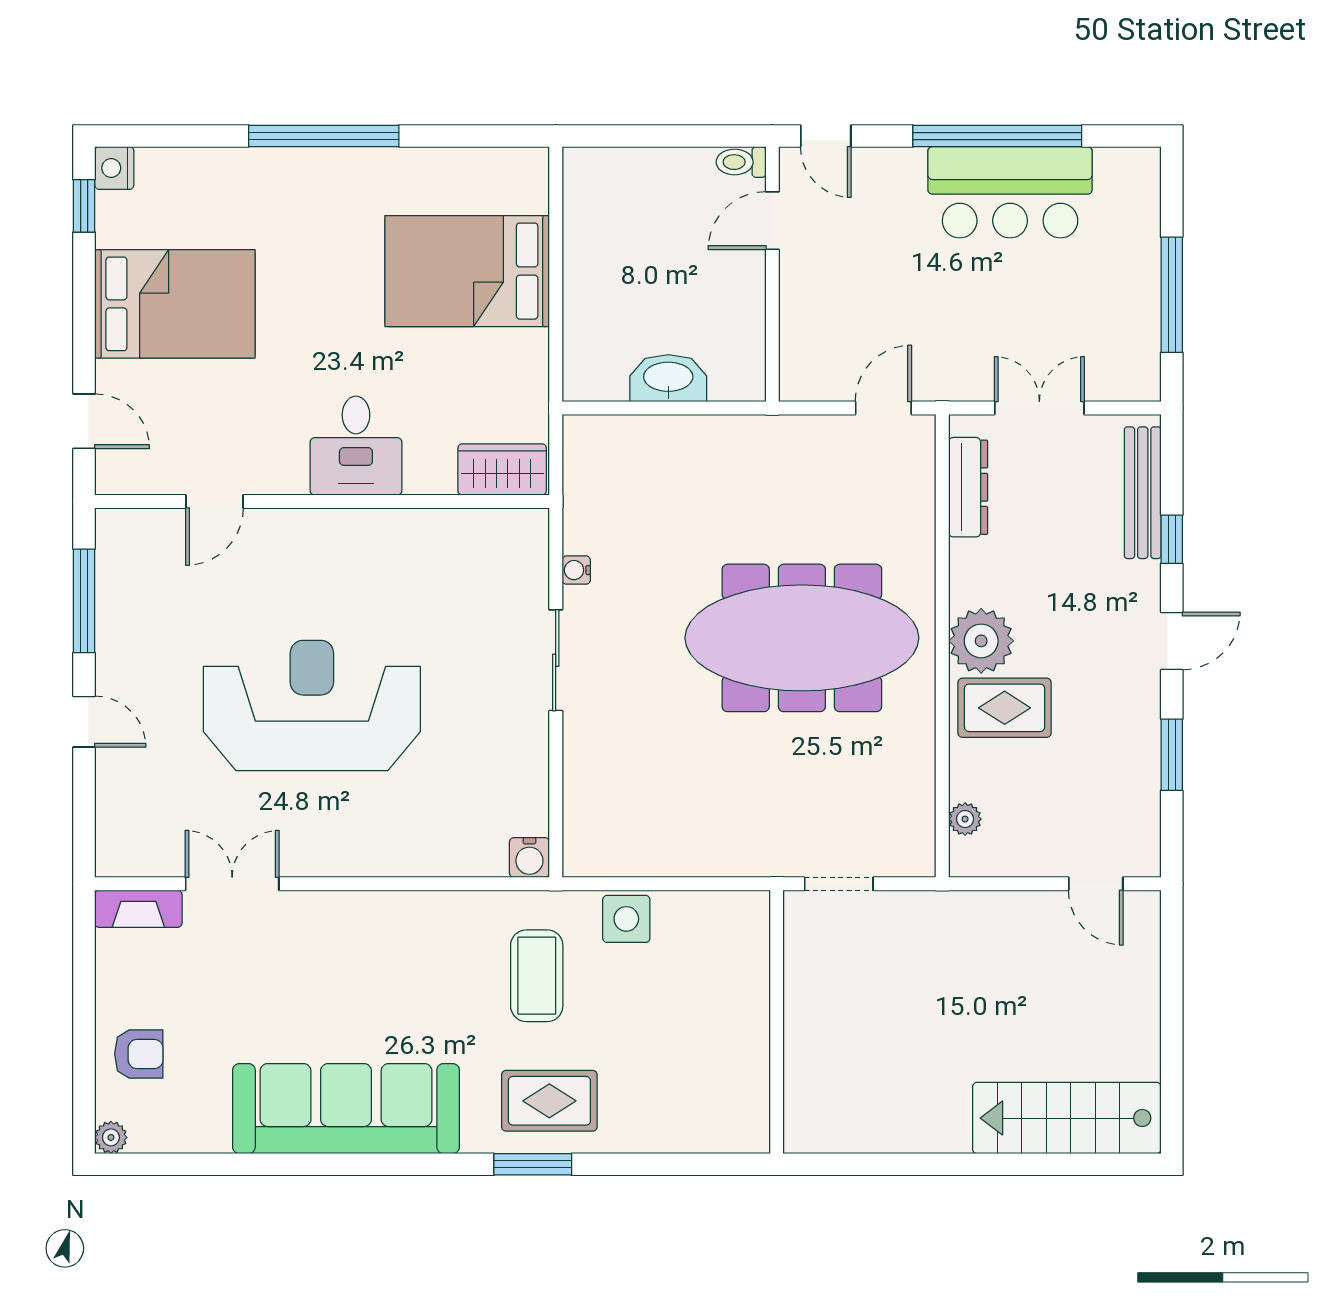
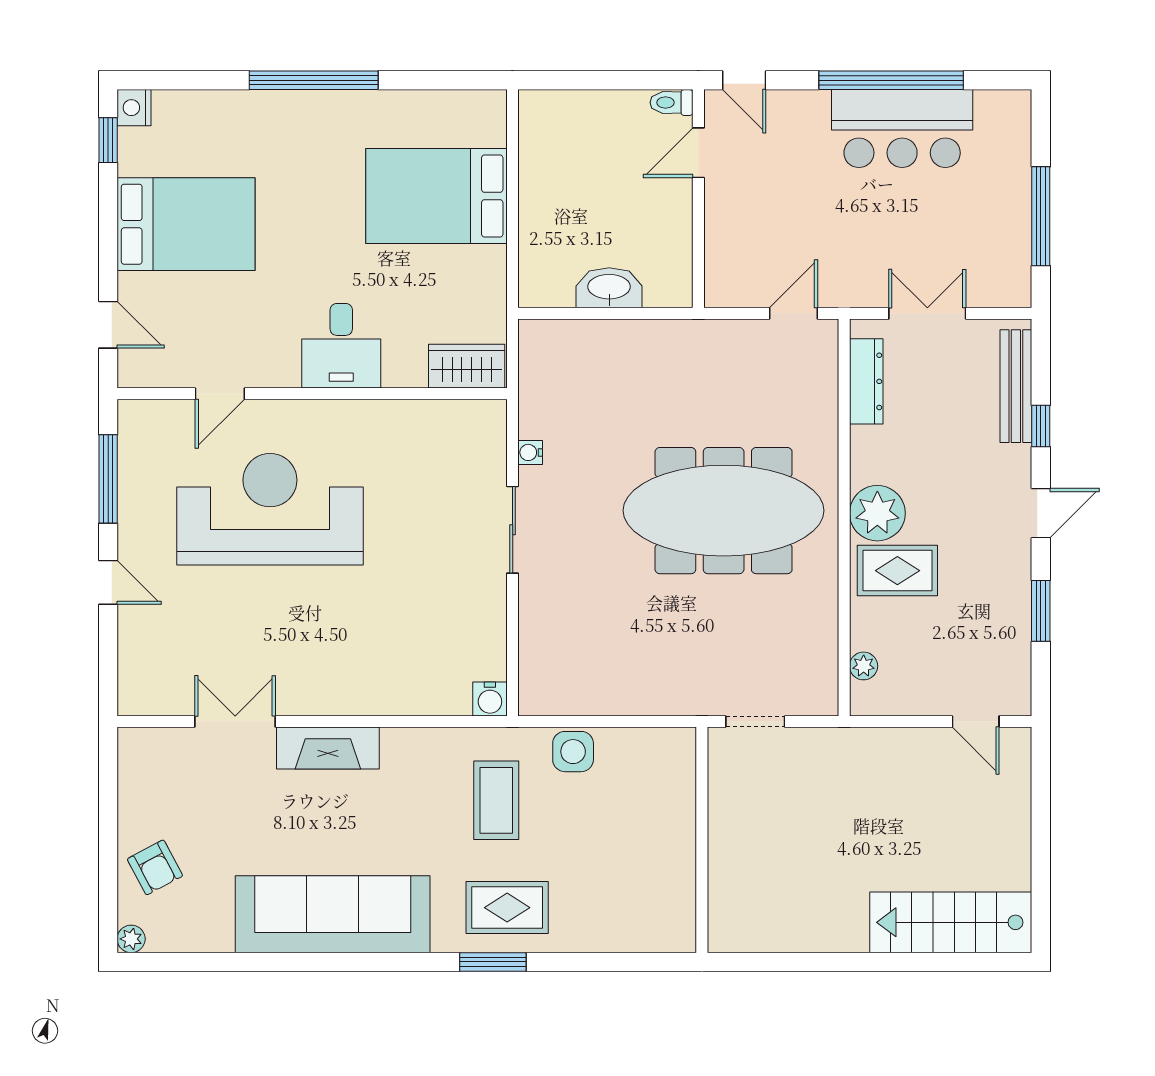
reception desk: (312, 706) -> (270, 509), moved
fireplace: (138, 909) -> (328, 748), moved, width x1.37, depth x1.32
armchair: (139, 1054) -> (155, 867), turned 62

